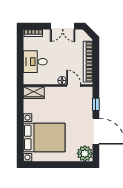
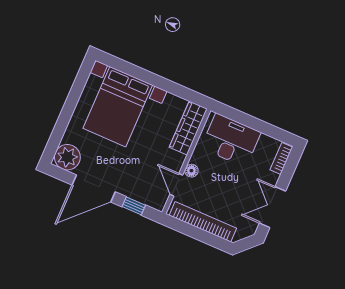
desk: (35, 62) -> (231, 140), width x1.37
door: (74, 86) -> (176, 185), swing flipped
wardrobe: (34, 93) -> (188, 128), width x1.50

